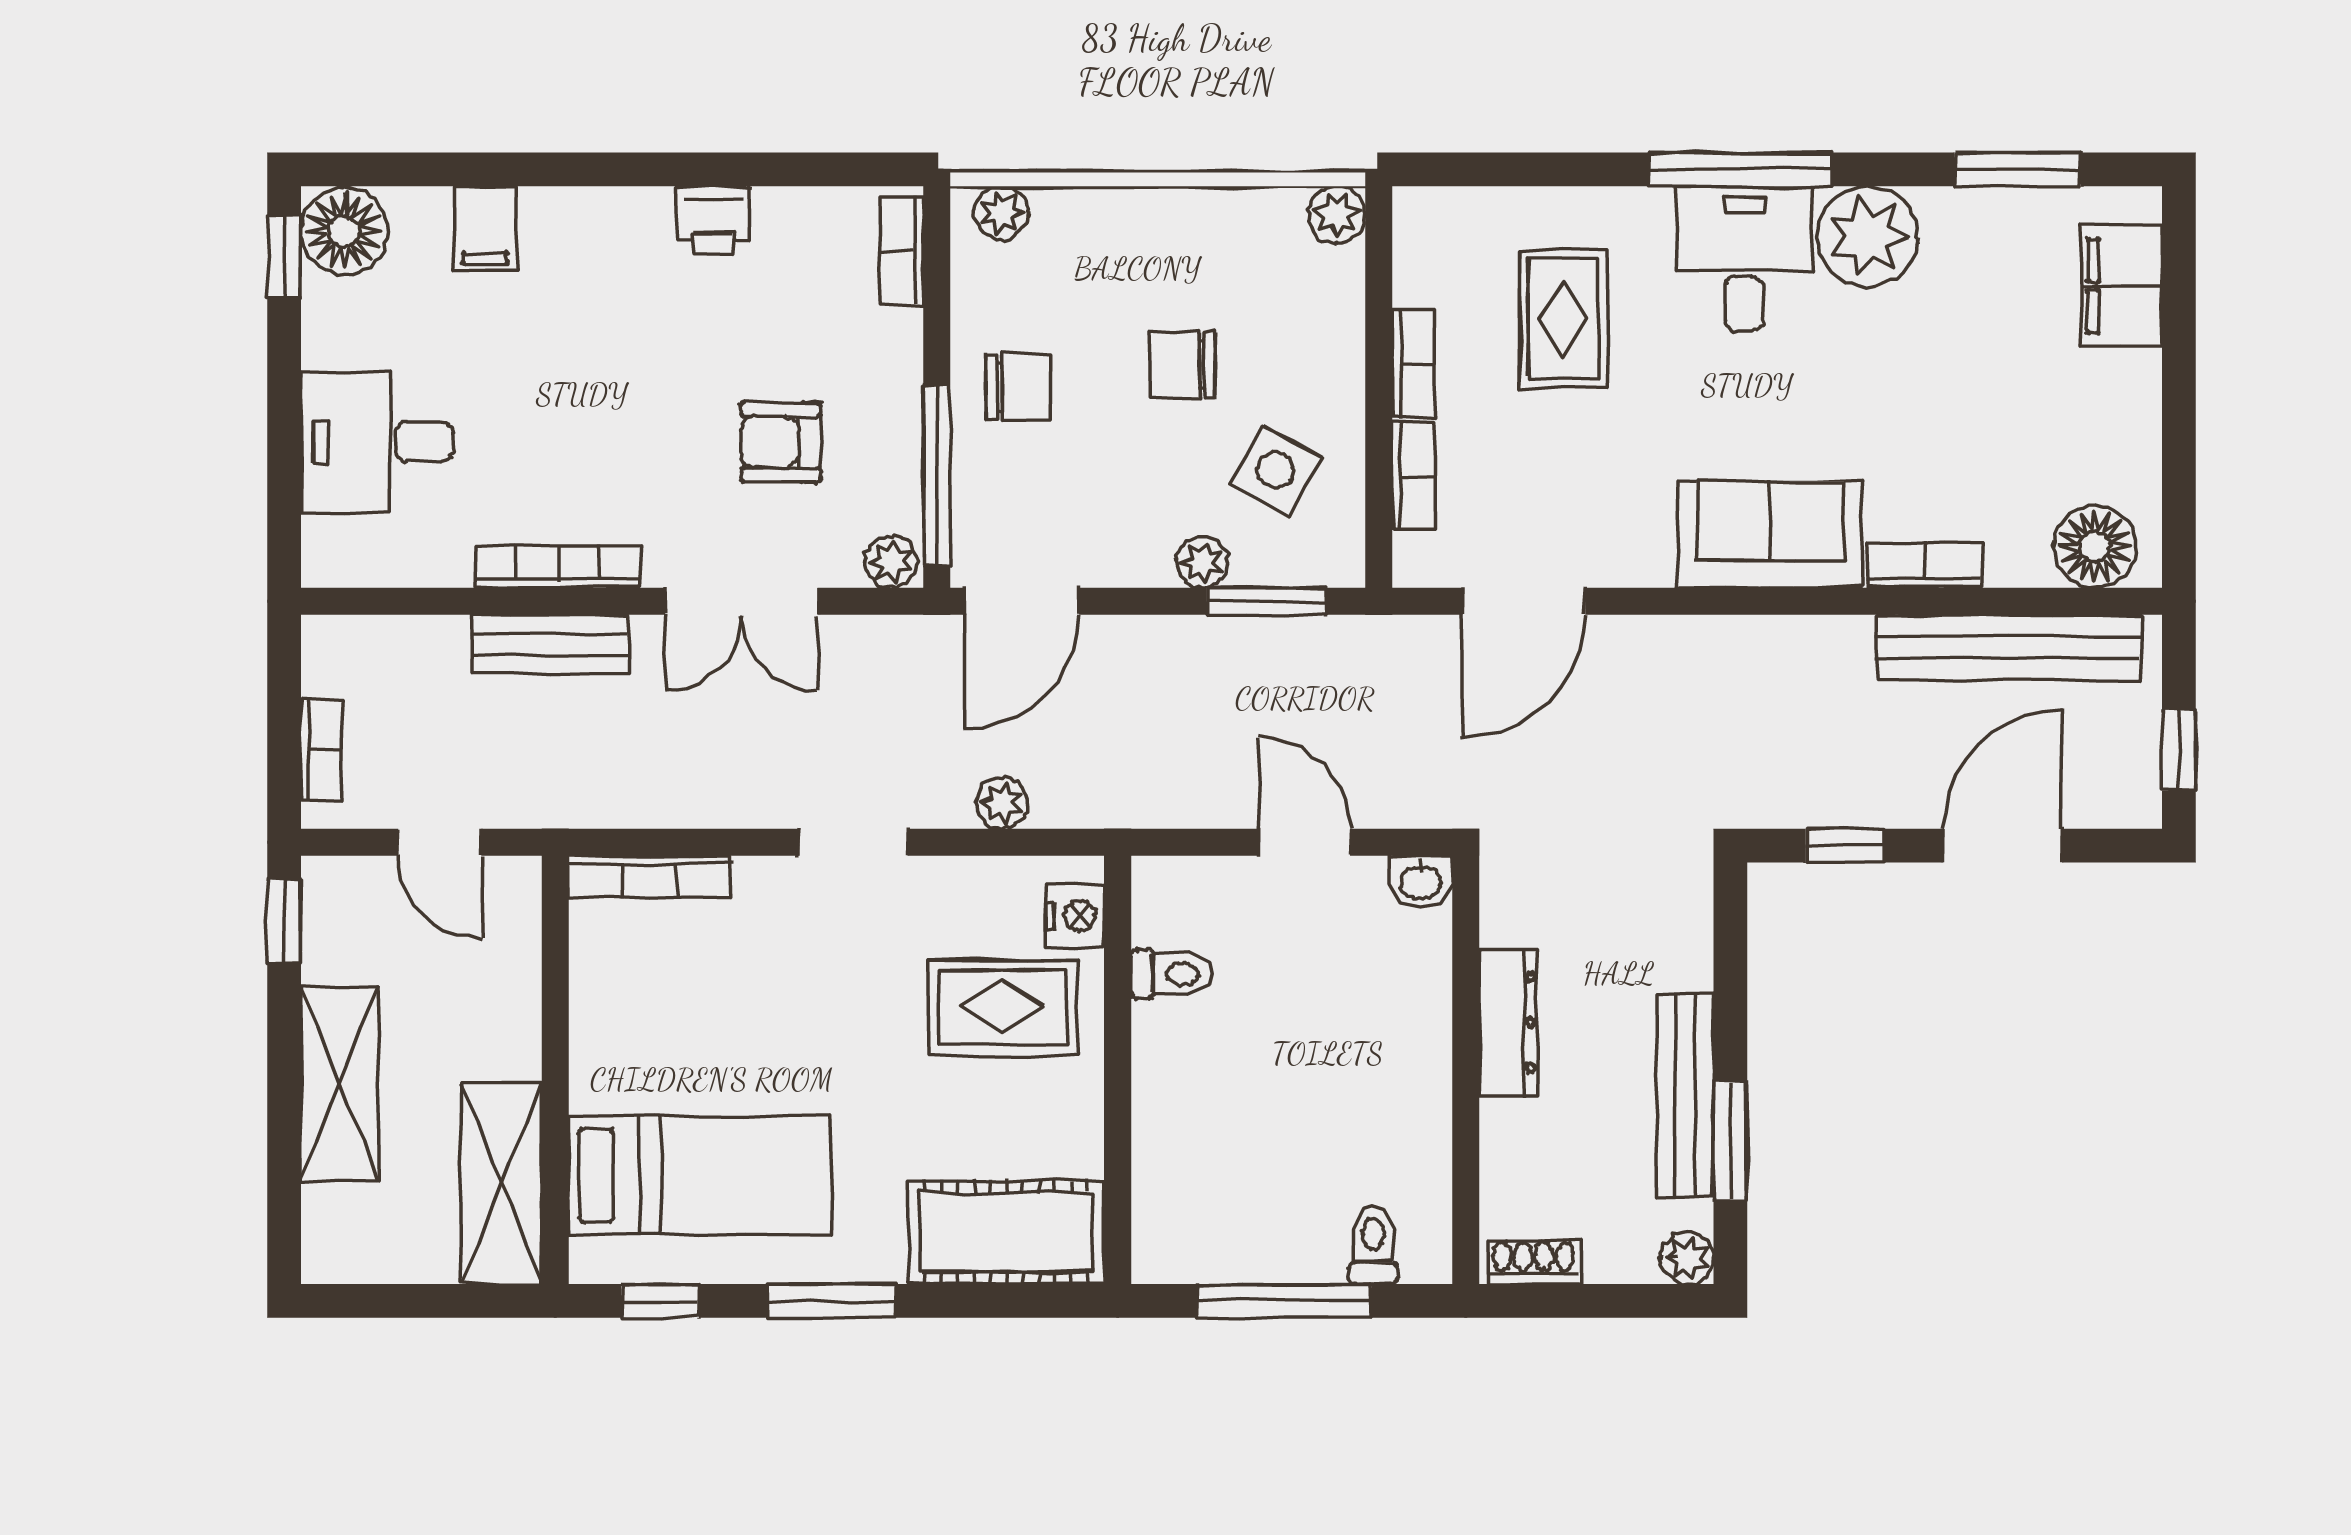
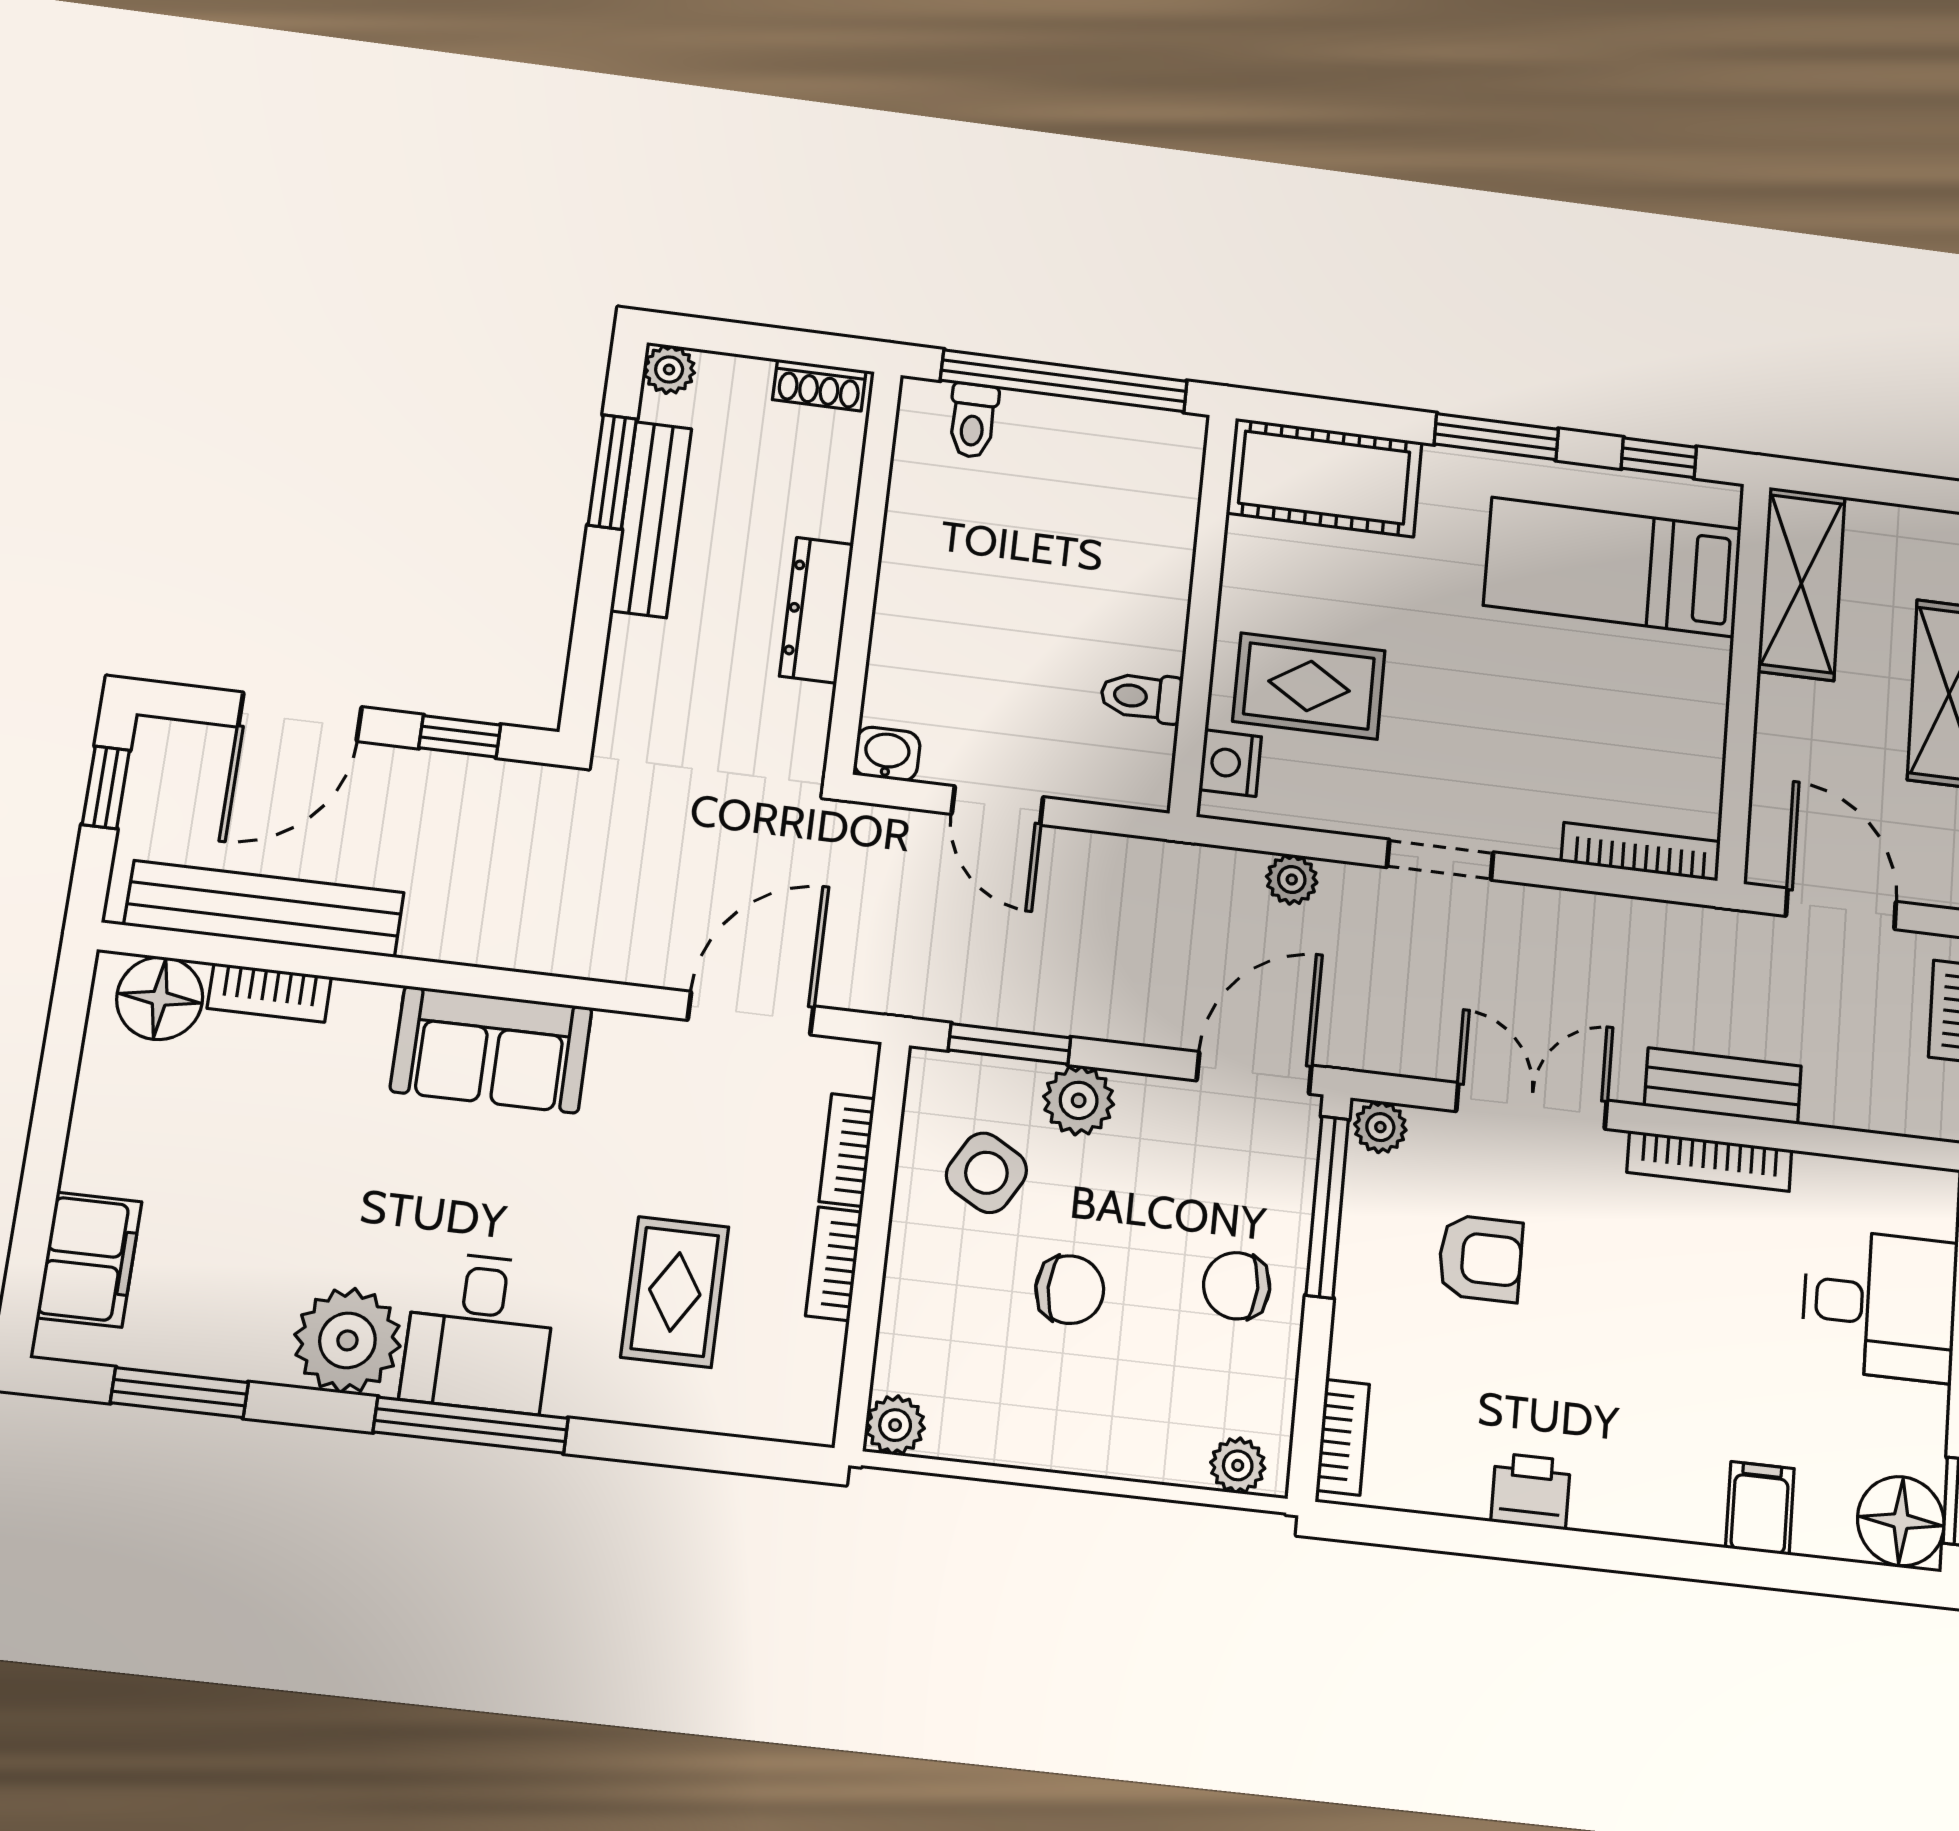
plant: (1202, 562) -> (1079, 1100), width x1.38, depth x1.38
bookcase: (1925, 565) -> (269, 993), moved
door: (440, 842) -> (1841, 909), width x1.38
window: (1285, 1301) -> (1064, 381), width x1.46

